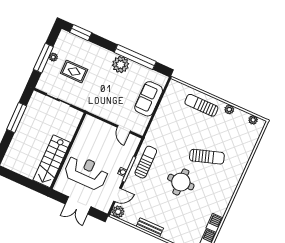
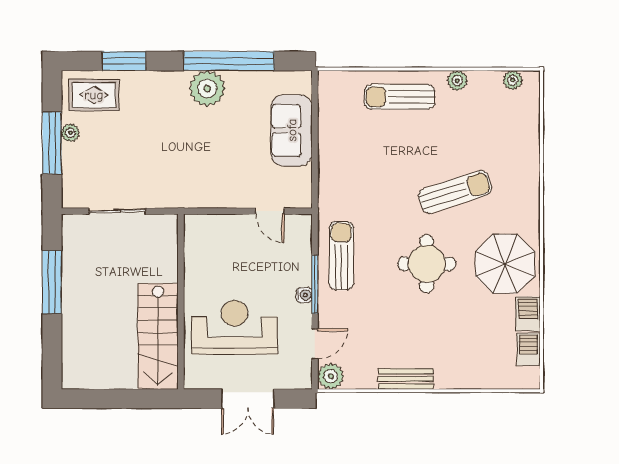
window: (81, 33) -> (124, 61), moved
rug: (74, 71) -> (94, 95), moved
parasol: (214, 197) -> (505, 264), added

